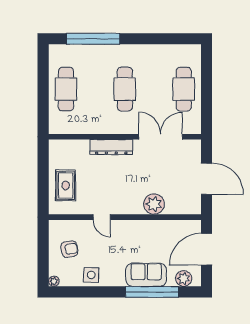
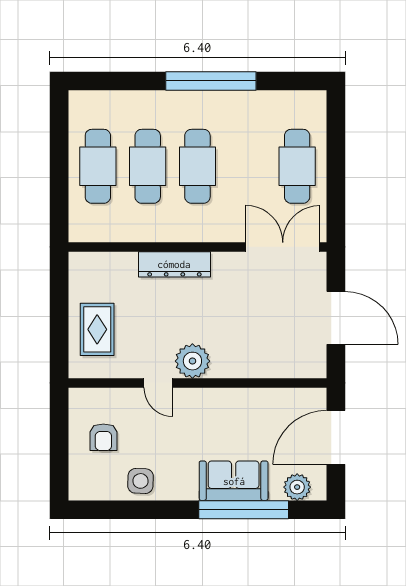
window: (93, 39) -> (211, 81), moved
cafe table: (95, 89) -> (148, 166), added
double door: (161, 137) -> (283, 247), moved
plant: (154, 204) -> (192, 361), moved
armchair: (69, 249) -> (103, 437), turned 101
plant: (54, 281) -> (77, 492), removed

